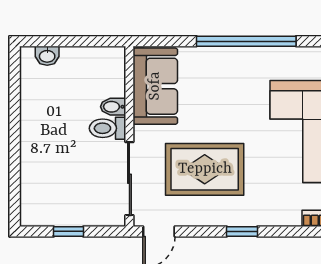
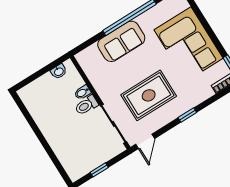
washbasin: (47, 56) -> (59, 71), moved
sofa: (155, 86) -> (121, 41), moved, turned 90

